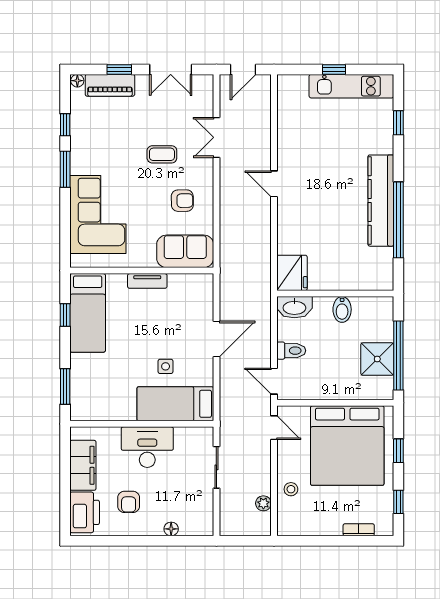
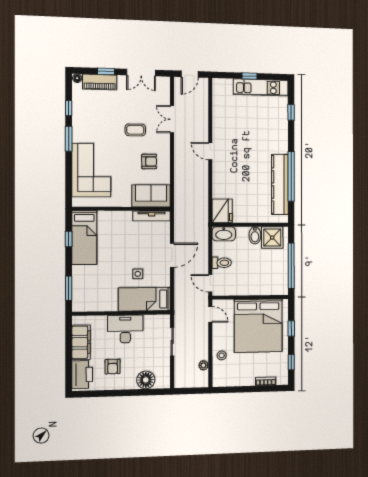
kitchen counter: (381, 201) -> (280, 185), moved
tv unit: (147, 281) -> (152, 216), moved, width x1.41
shower: (377, 359) -> (272, 238), moved
floor lamp: (171, 529) -> (146, 380), width x1.89, depth x1.89

